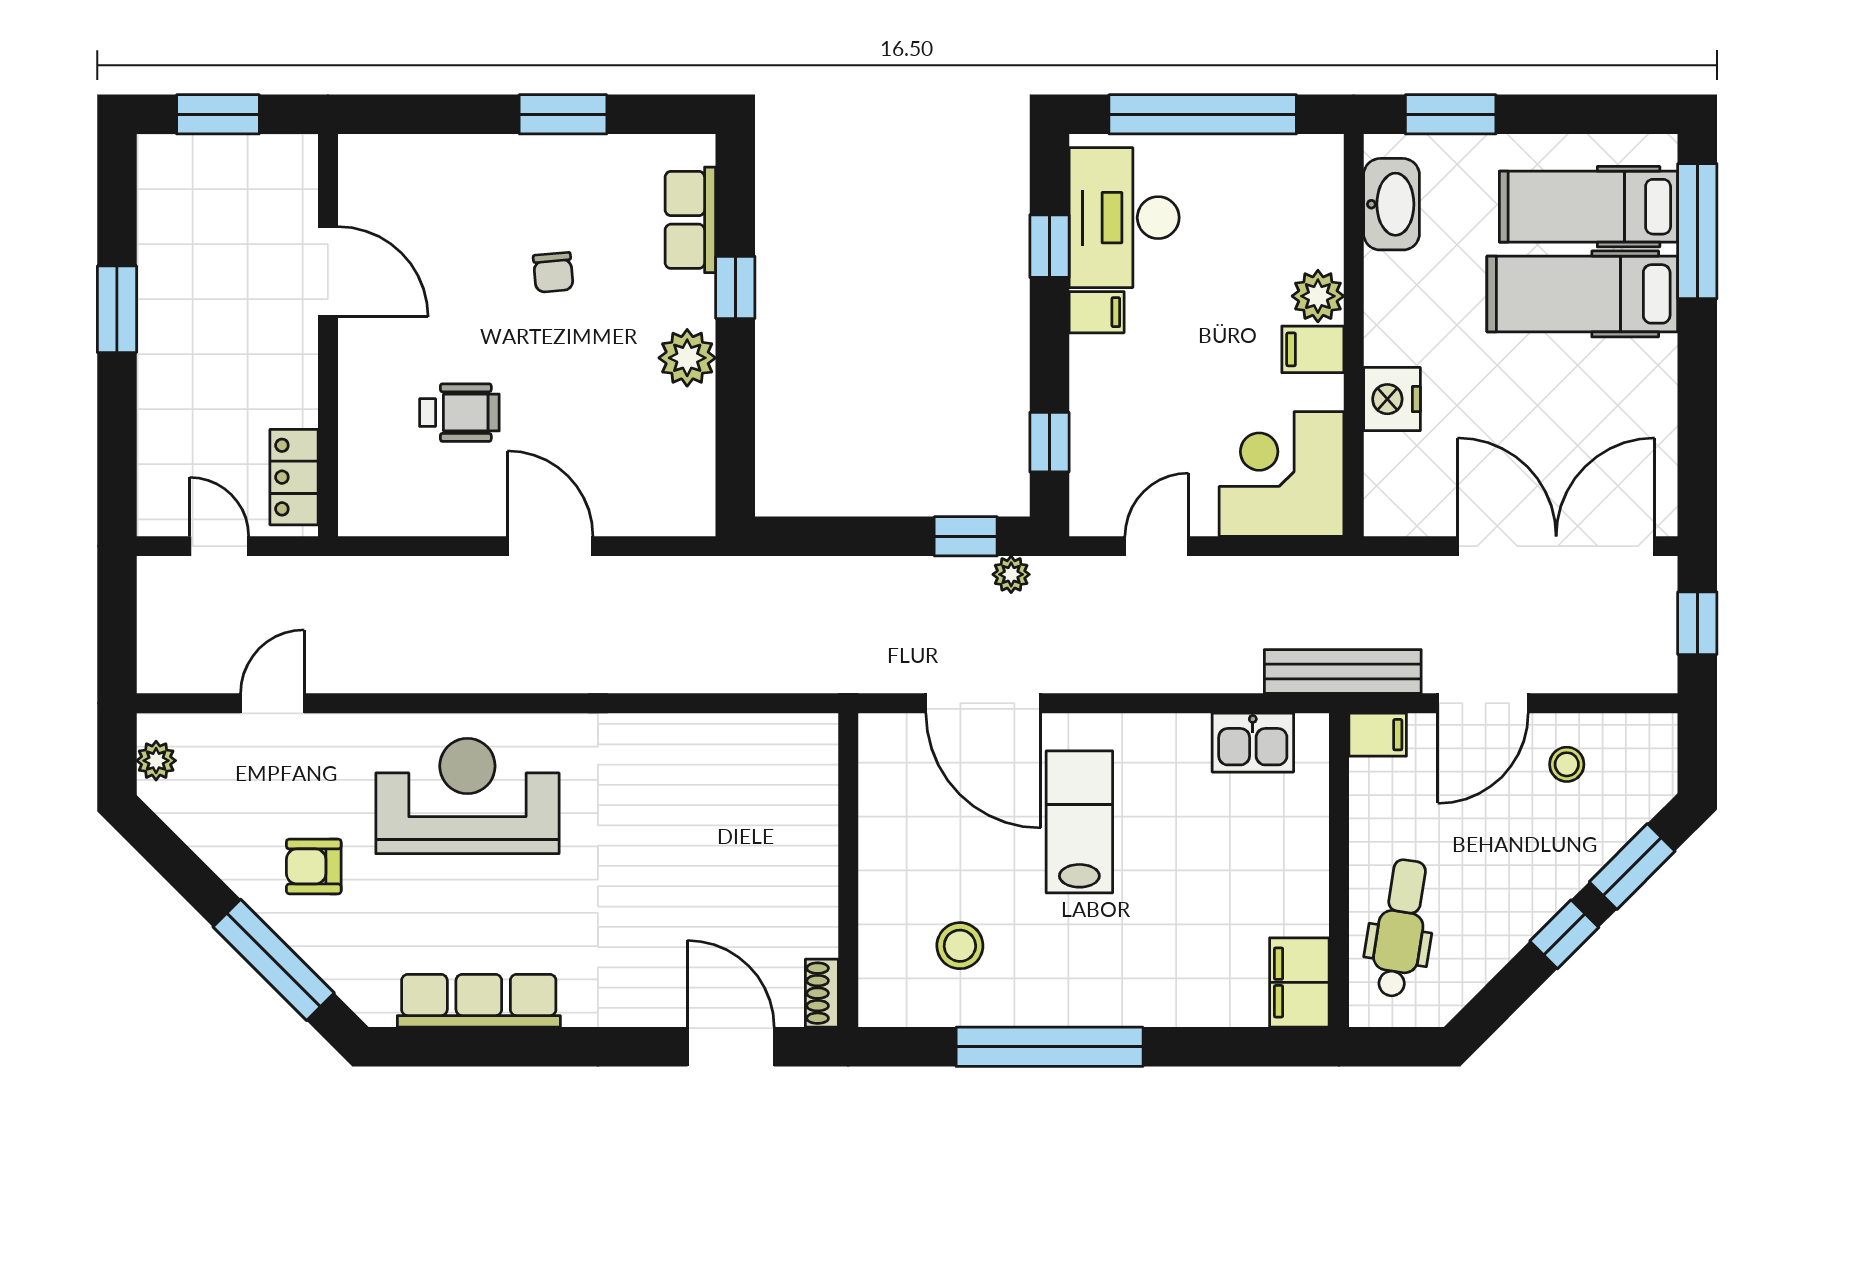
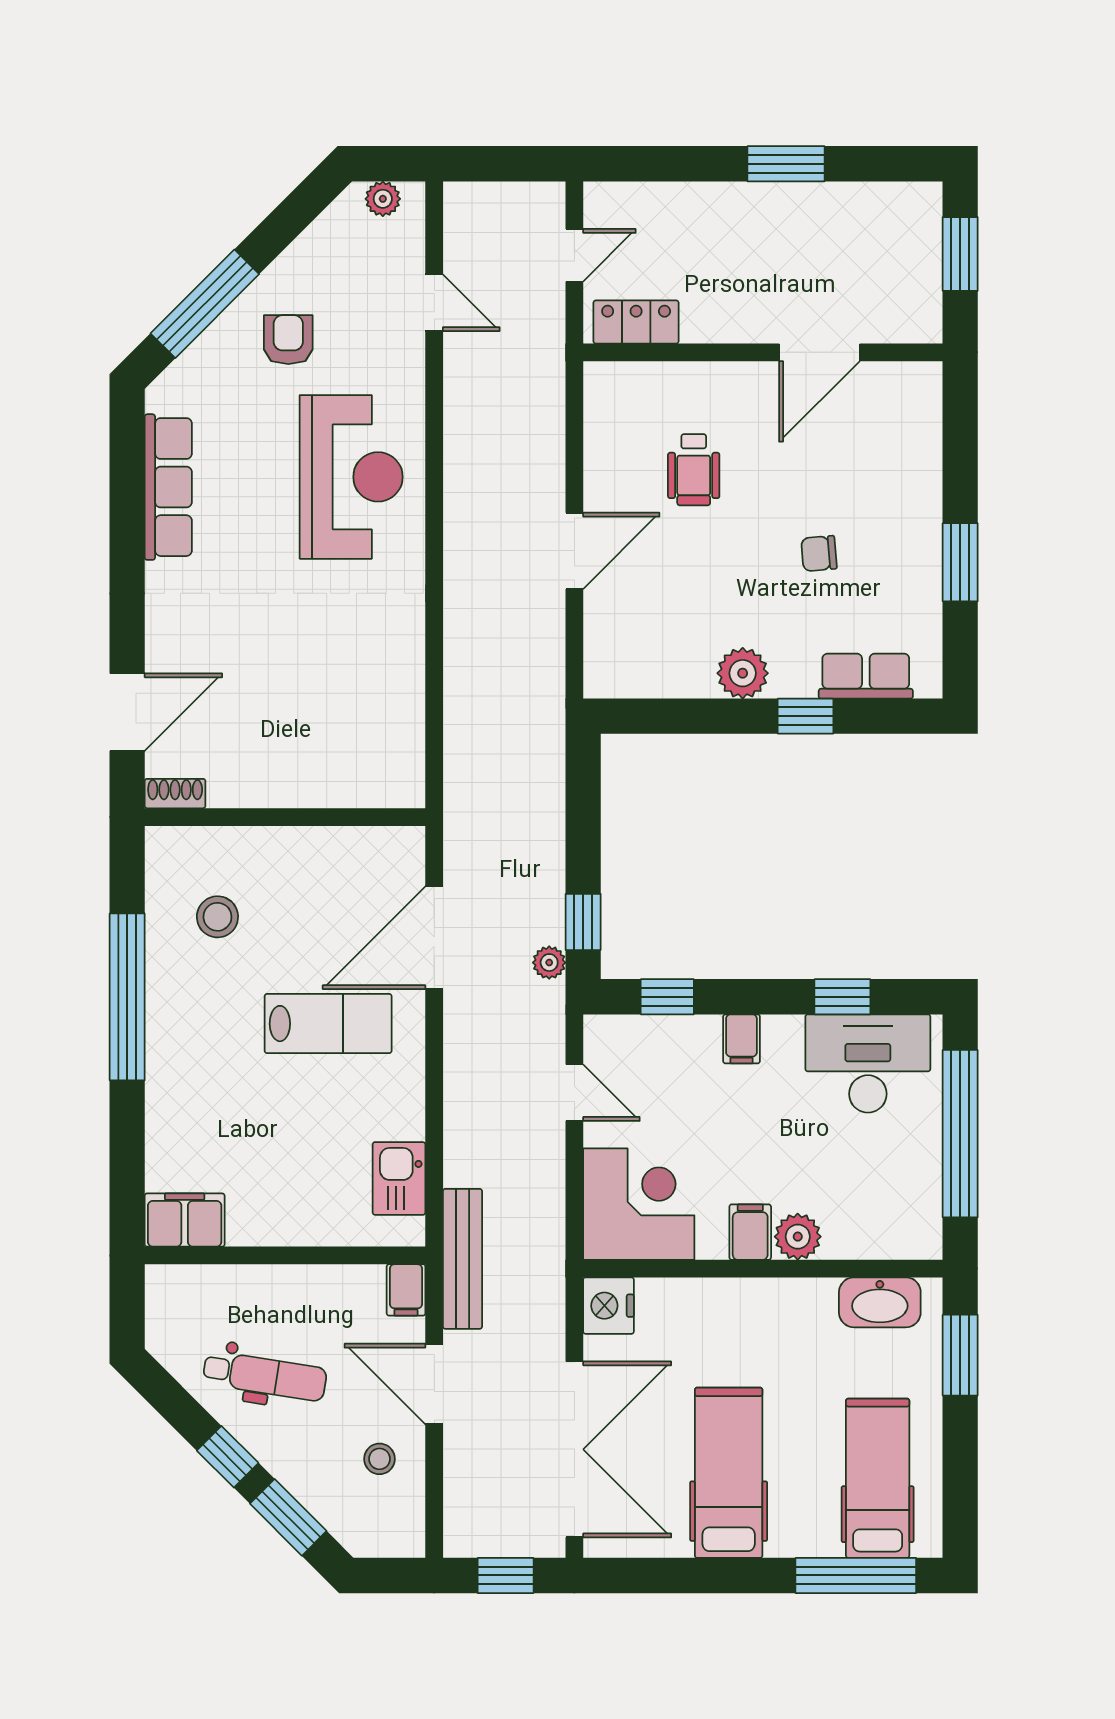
hospital bed: (1582, 294) -> (729, 1473), moved
filing cabinet: (1097, 312) -> (741, 1039), moved
nightstand: (1392, 399) -> (608, 1306), moved, turned -90
dental chair: (1400, 928) -> (265, 1376), moved

